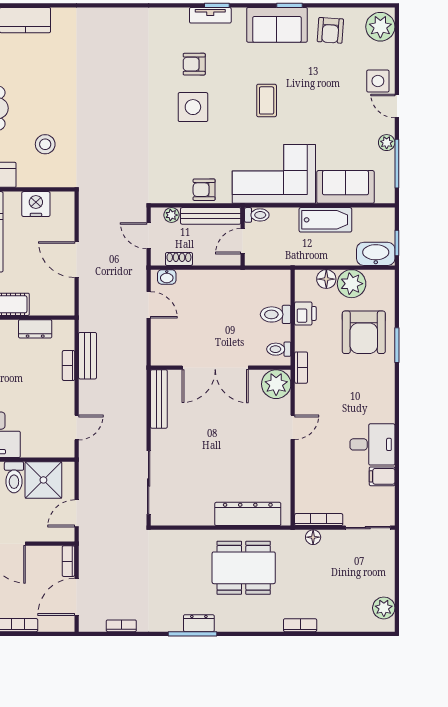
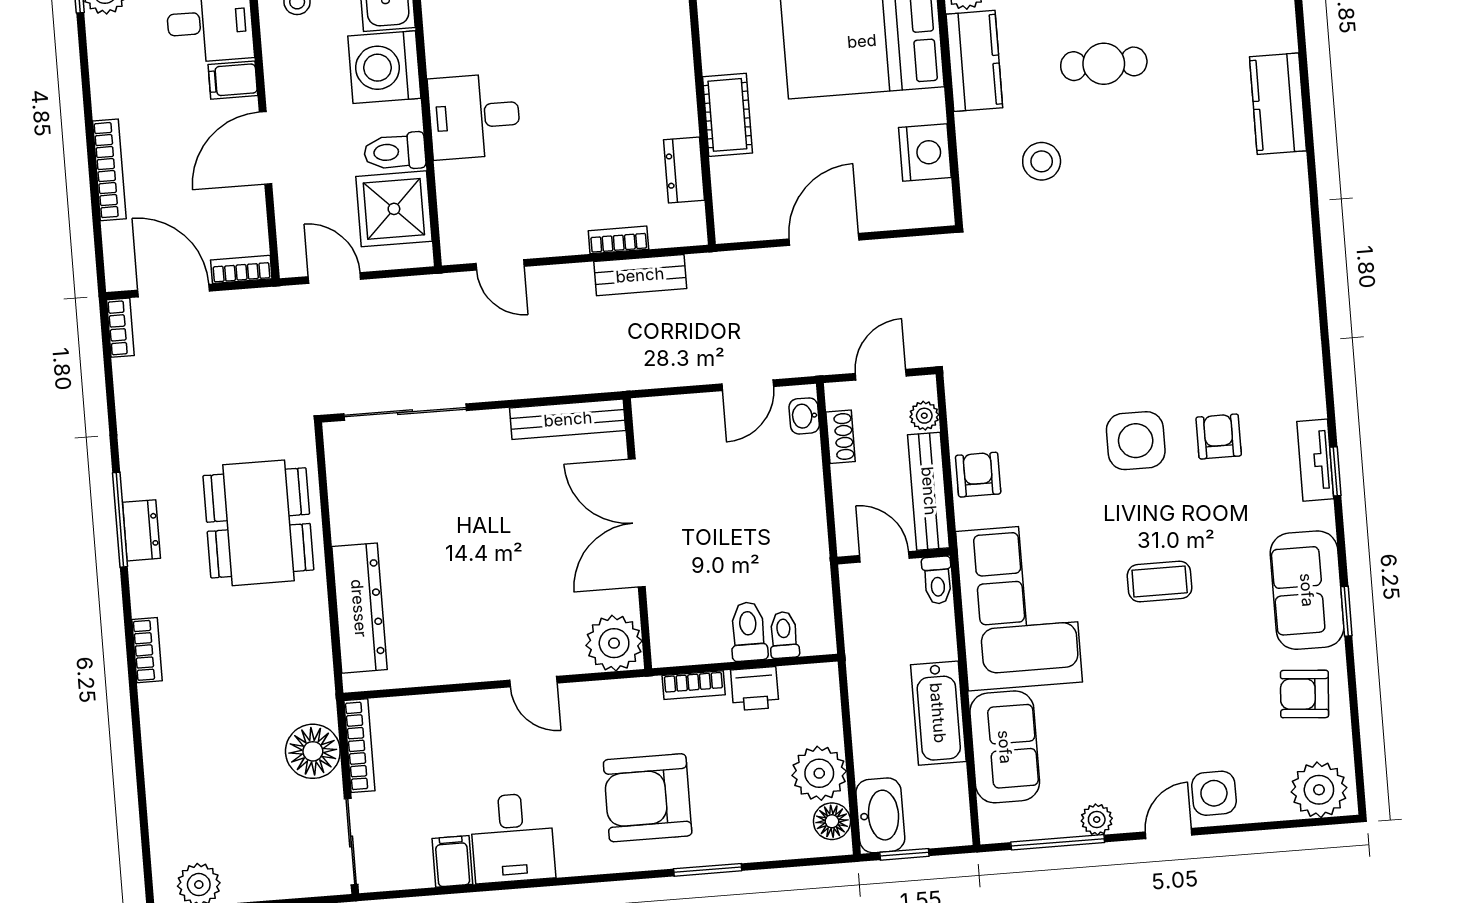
floor lamp: (326, 279) -> (832, 821), moved
armchair: (364, 332) -> (648, 798), moved
toilet: (279, 349) -> (784, 635), moved
bookcase: (301, 368) -> (694, 685), moved
floor lamp: (313, 537) -> (313, 751), width x1.89, depth x1.89
dining table: (244, 568) -> (258, 523), moved
bookcase: (300, 625) -> (147, 650), moved
bookcase: (121, 626) -> (120, 328), moved

